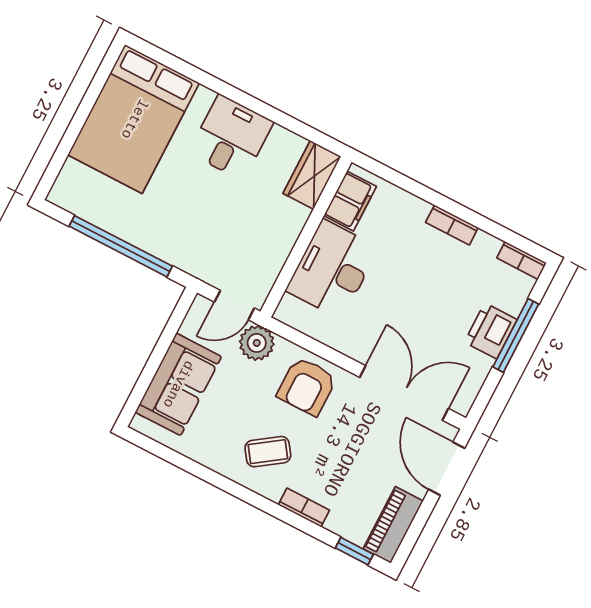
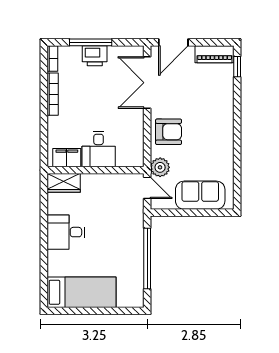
bed: (134, 119) -> (82, 292), width x0.67
bookcase: (452, 225) -> (53, 94), width x1.56
desk: (332, 269) -> (99, 149), width x0.73
coffee table: (268, 452) -> (210, 134), removed
bookcase: (304, 507) -> (229, 102), removed

